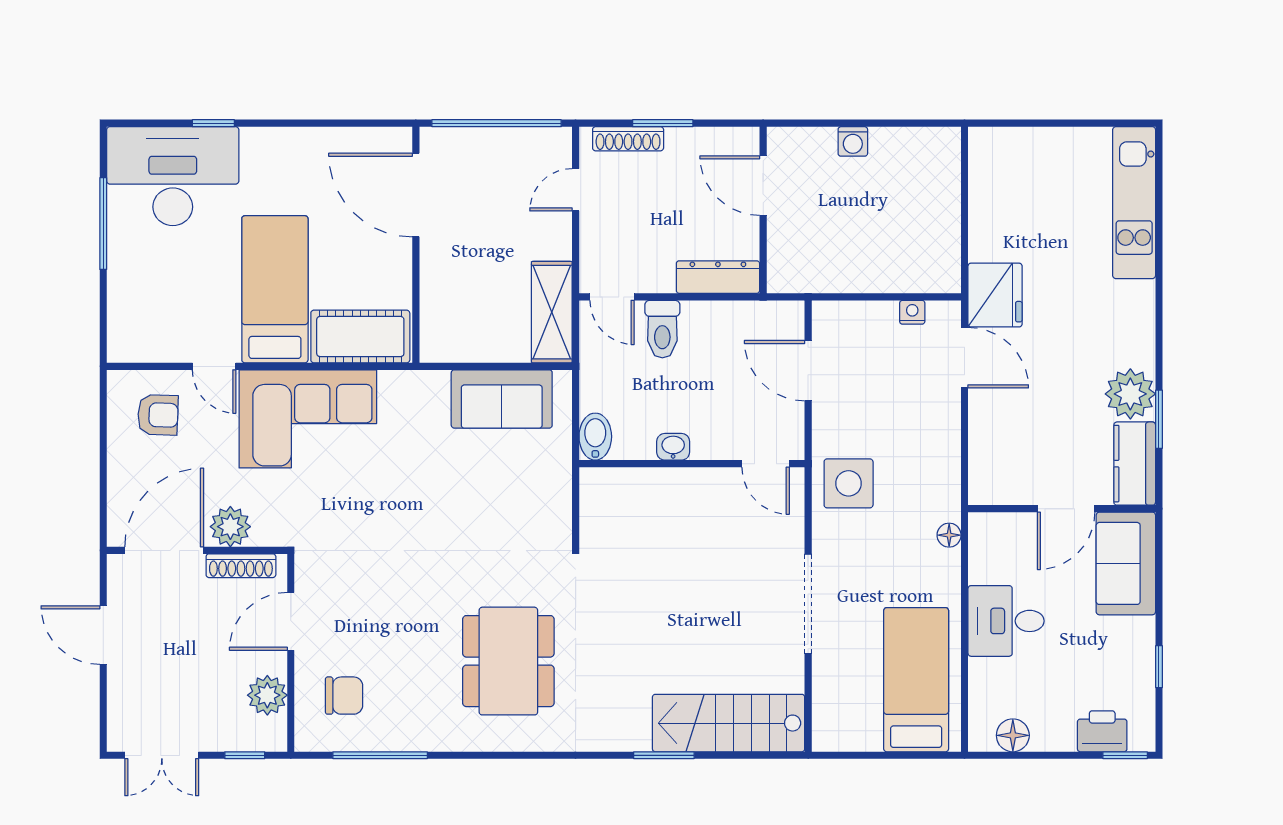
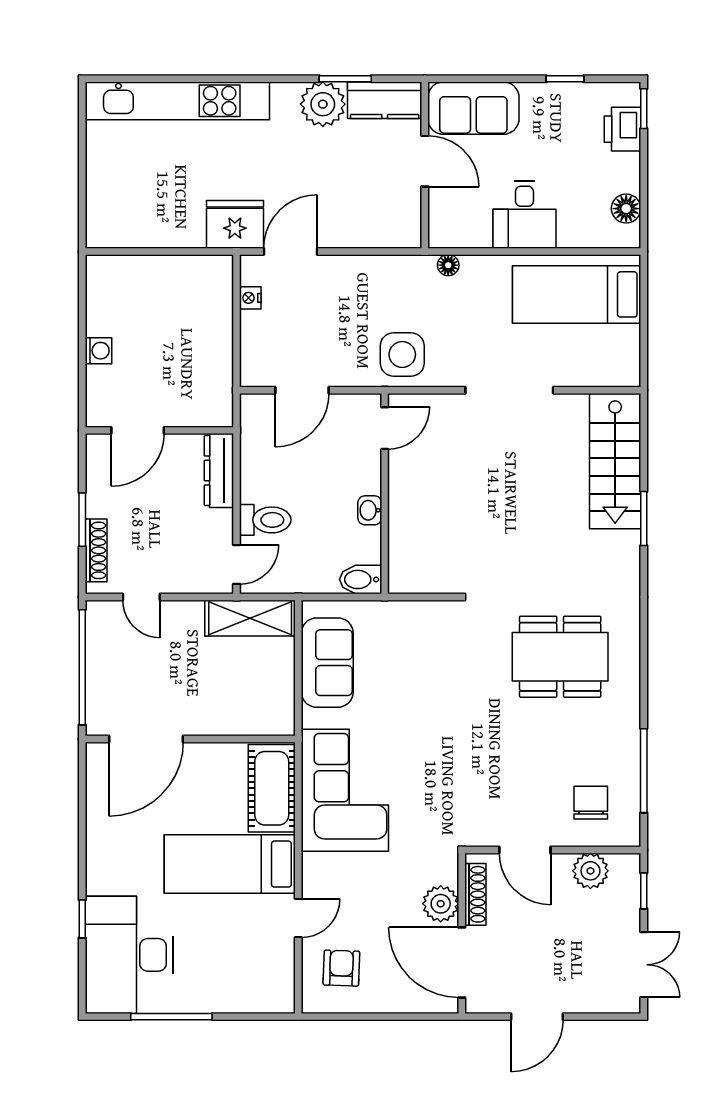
kitchen unit: (1134, 203) -> (177, 101), width x1.36
corner sofa: (308, 419) -> (345, 790), moved

